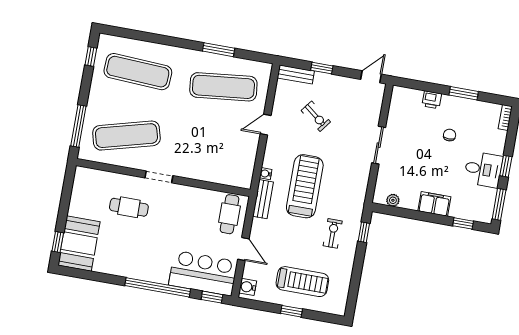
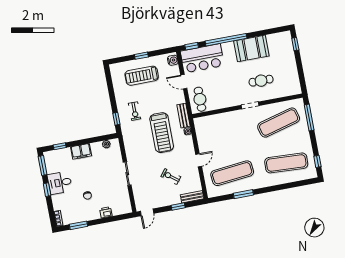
window: (464, 93) -> (78, 225), moved
booth: (79, 243) -> (251, 48), moved, turned 90

